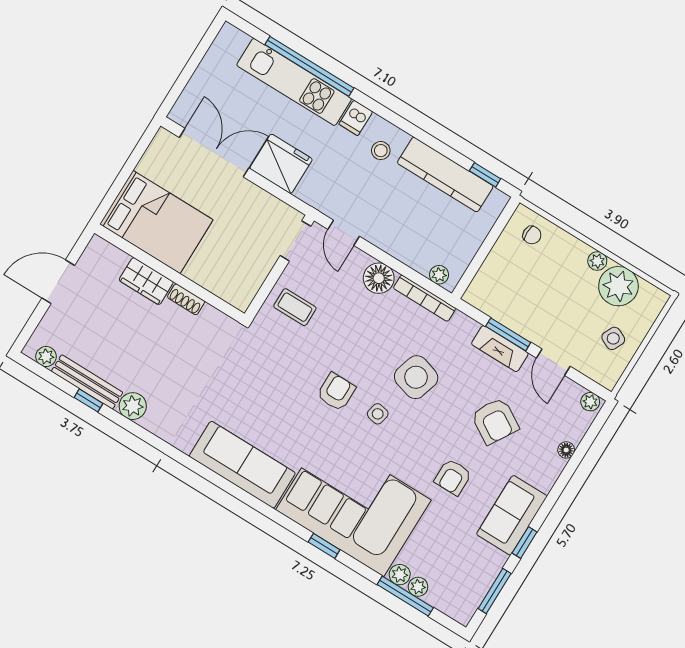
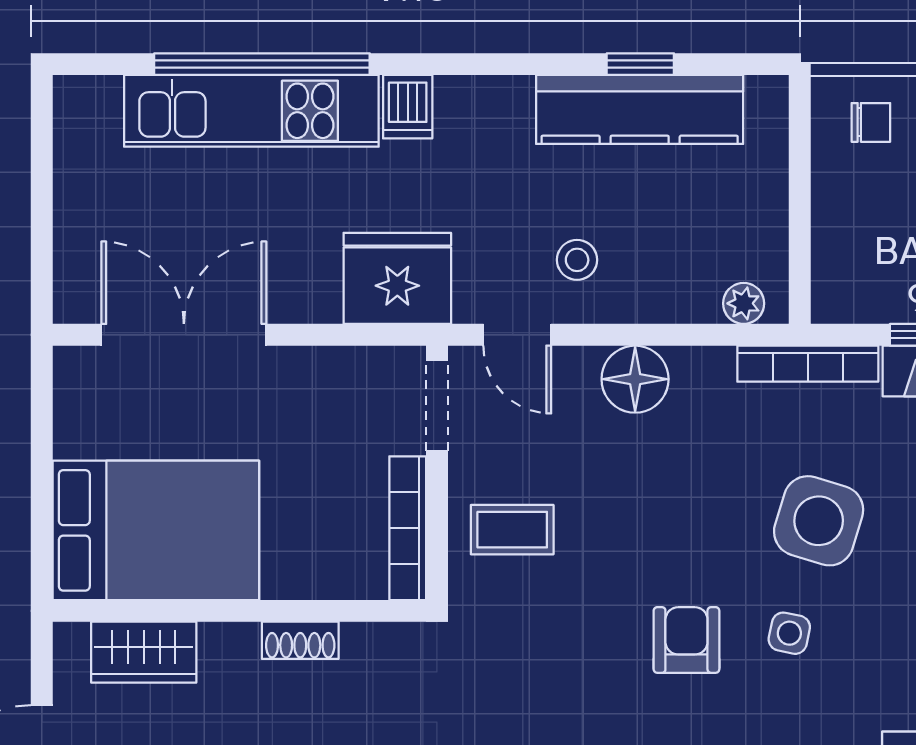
stool: (381, 151) -> (577, 260), moved
fridge: (281, 164) -> (397, 278), moved
window: (485, 175) -> (640, 64), moved
wardrobe: (146, 281) -> (144, 652), moved
bookcase: (255, 282) -> (408, 528), added
bookcase: (425, 298) -> (808, 364), moved

